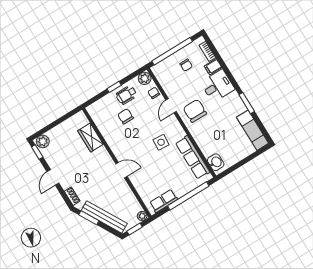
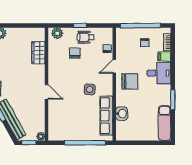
plant: (145, 78) -> (57, 33), moved
chair: (195, 111) -> (130, 81), turned 90
washbasin: (216, 162) -> (122, 114), moved
row of seats: (164, 201) -> (64, 135), removed

